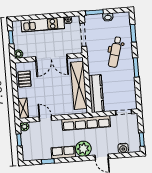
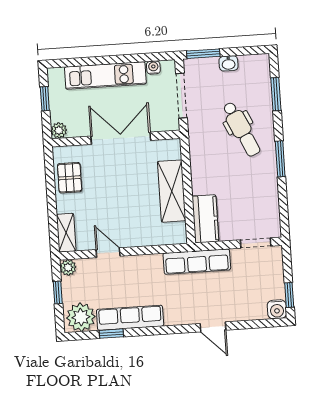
dental chair: (115, 52) -> (241, 129), turned -41
double door: (51, 58) -> (121, 138), swing flipped
shelving: (79, 85) -> (172, 191), width x0.68
kitchen counter: (96, 94) -> (205, 219), width x0.67
row of seats: (86, 123) -> (197, 262), width x0.73
water cooler: (123, 148) -> (277, 309), moved
plant: (83, 149) -> (81, 317), moved
row of seats: (63, 152) -> (130, 318), width x1.48

